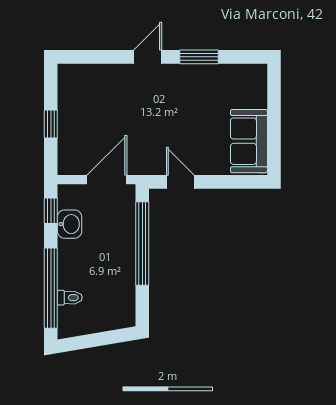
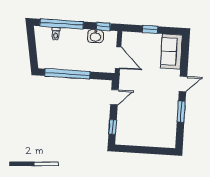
door: (148, 57) -> (183, 84), hinge flipped
sofa: (249, 141) -> (171, 52), moved, turned -90
window: (235, 182) -> (113, 127), added
window: (142, 244) -> (67, 74), moved

